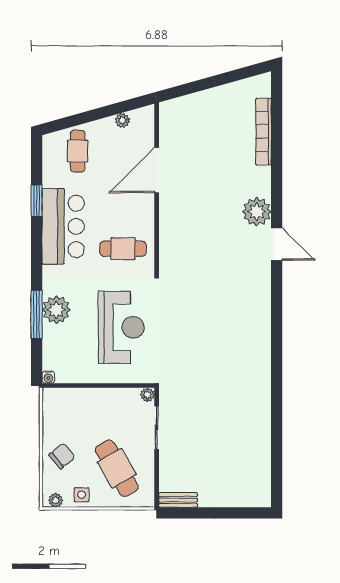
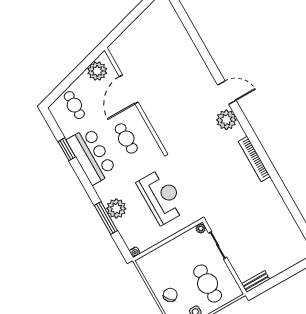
plant: (122, 120) -> (97, 71), width x1.88, depth x1.88
bookcase: (264, 132) -> (254, 159), moved
plant: (257, 212) -> (226, 120), moved
cafe table: (123, 249) -> (126, 138), moved, turned 90
cafe table: (117, 468) -> (208, 284), turned 30

